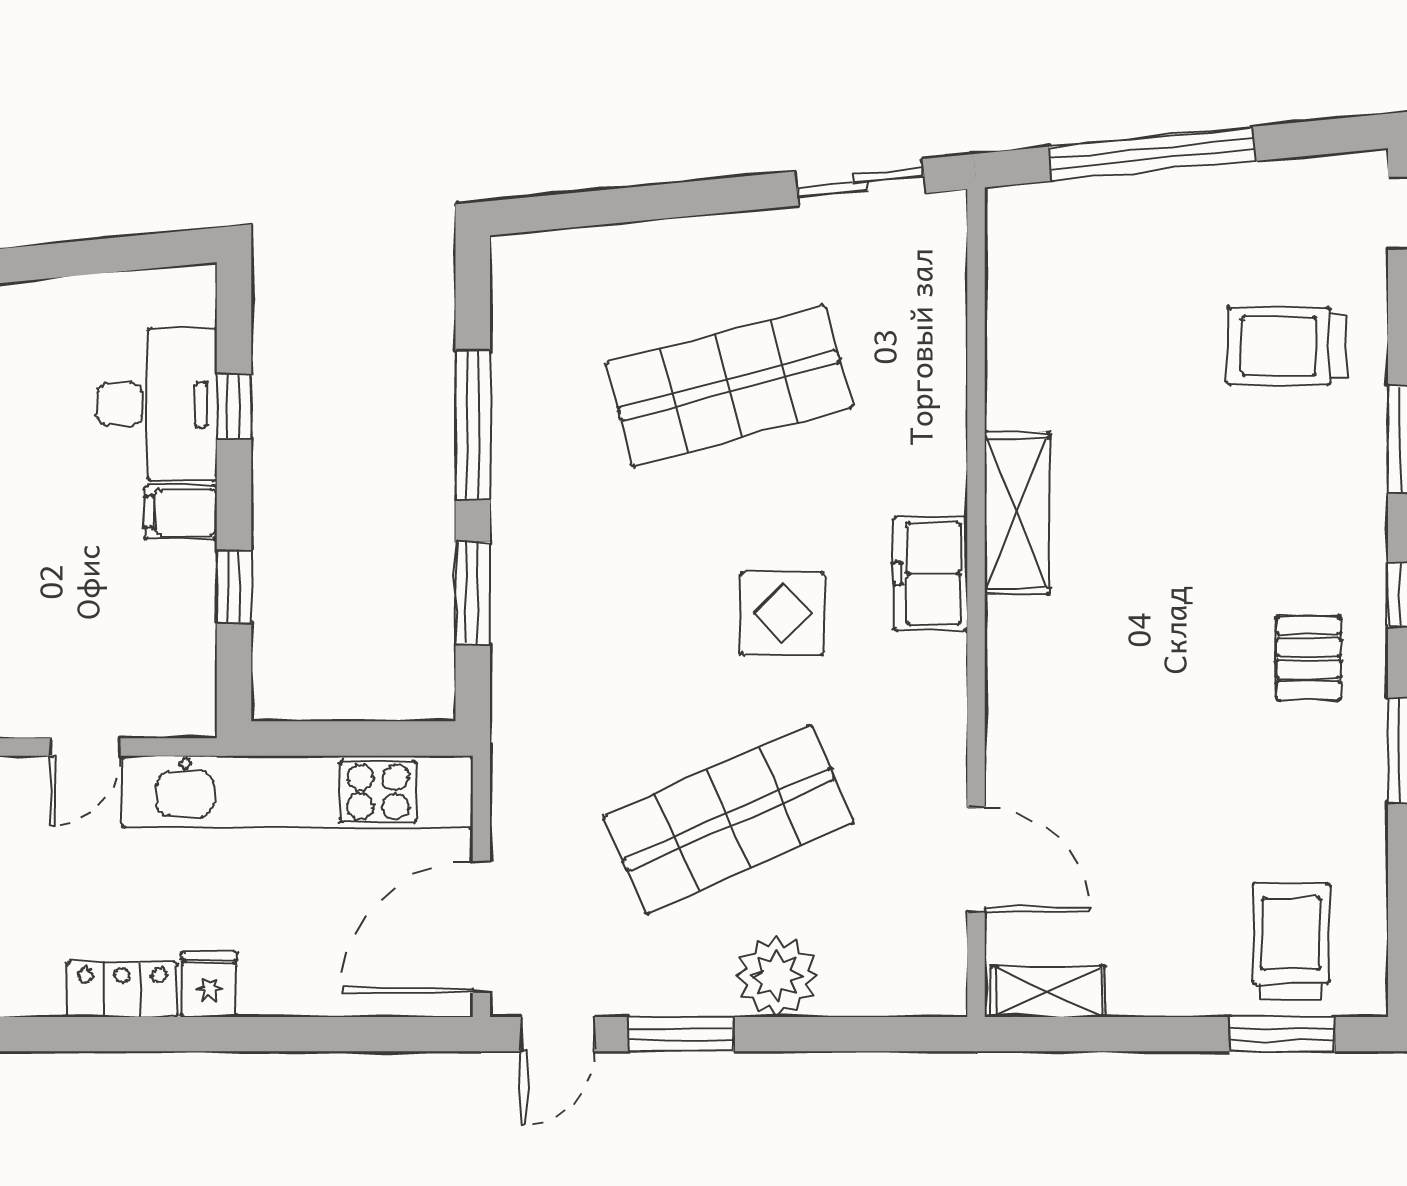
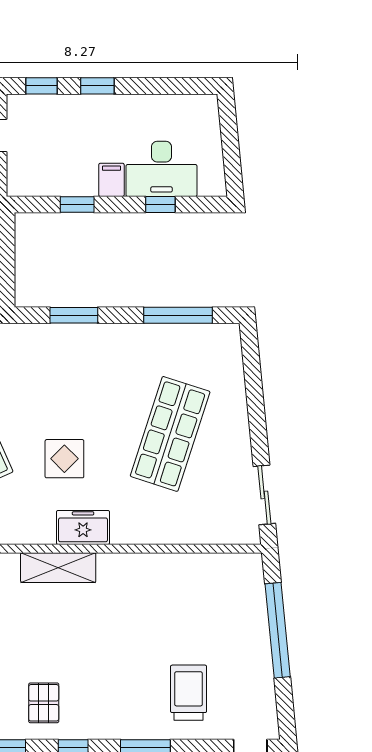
shop shelf: (729, 386) -> (170, 434), turned 33
window: (473, 425) -> (178, 315), moved
shelving: (1017, 513) -> (58, 568), moved
pallet: (1309, 658) -> (44, 703), turned 90

